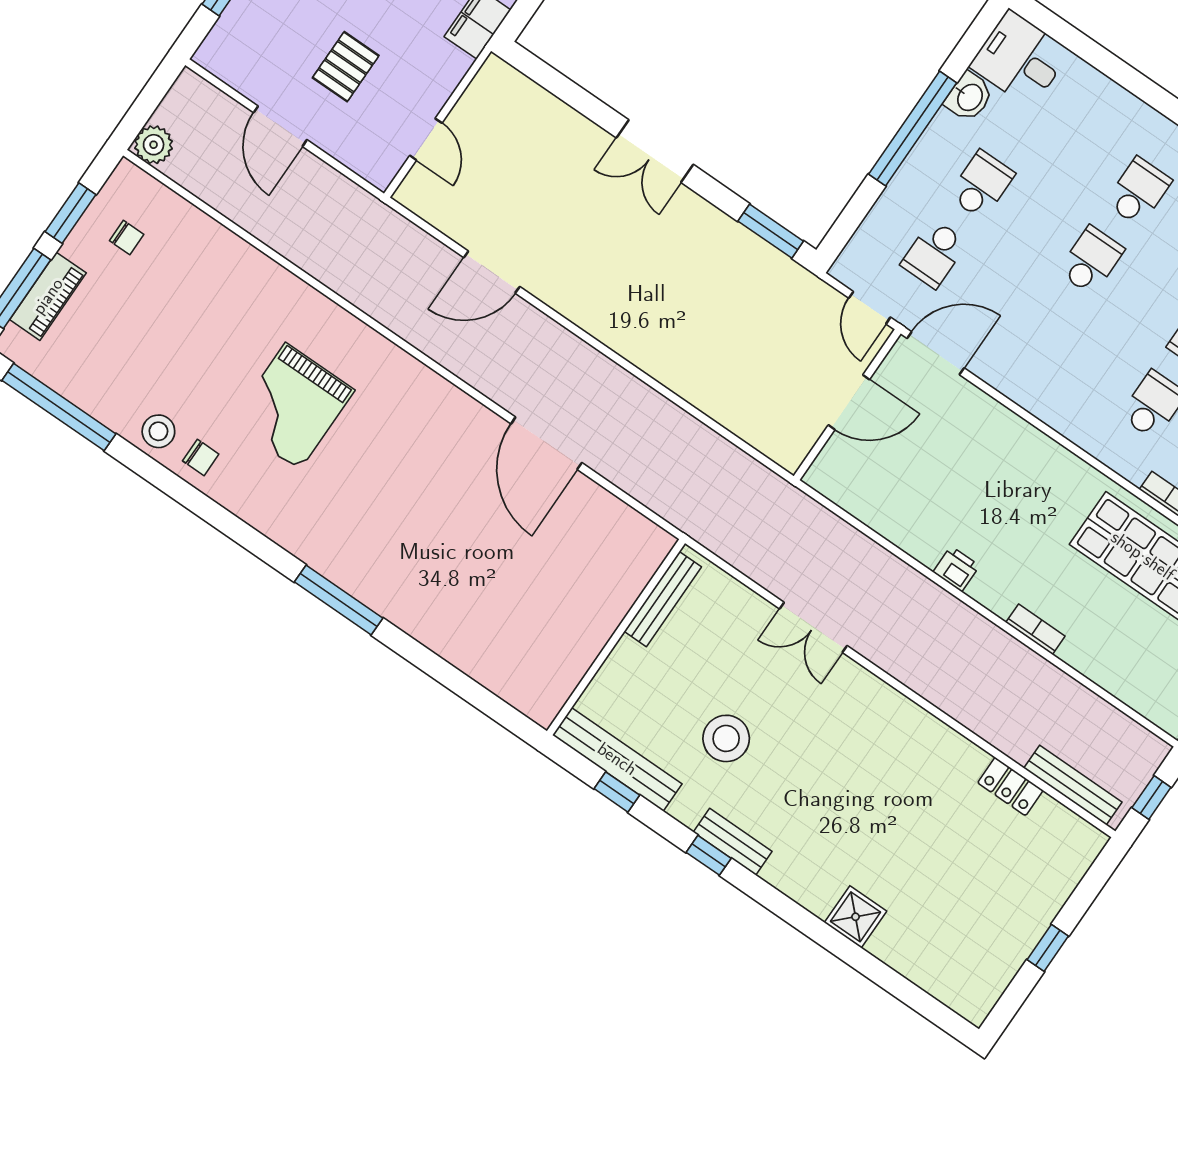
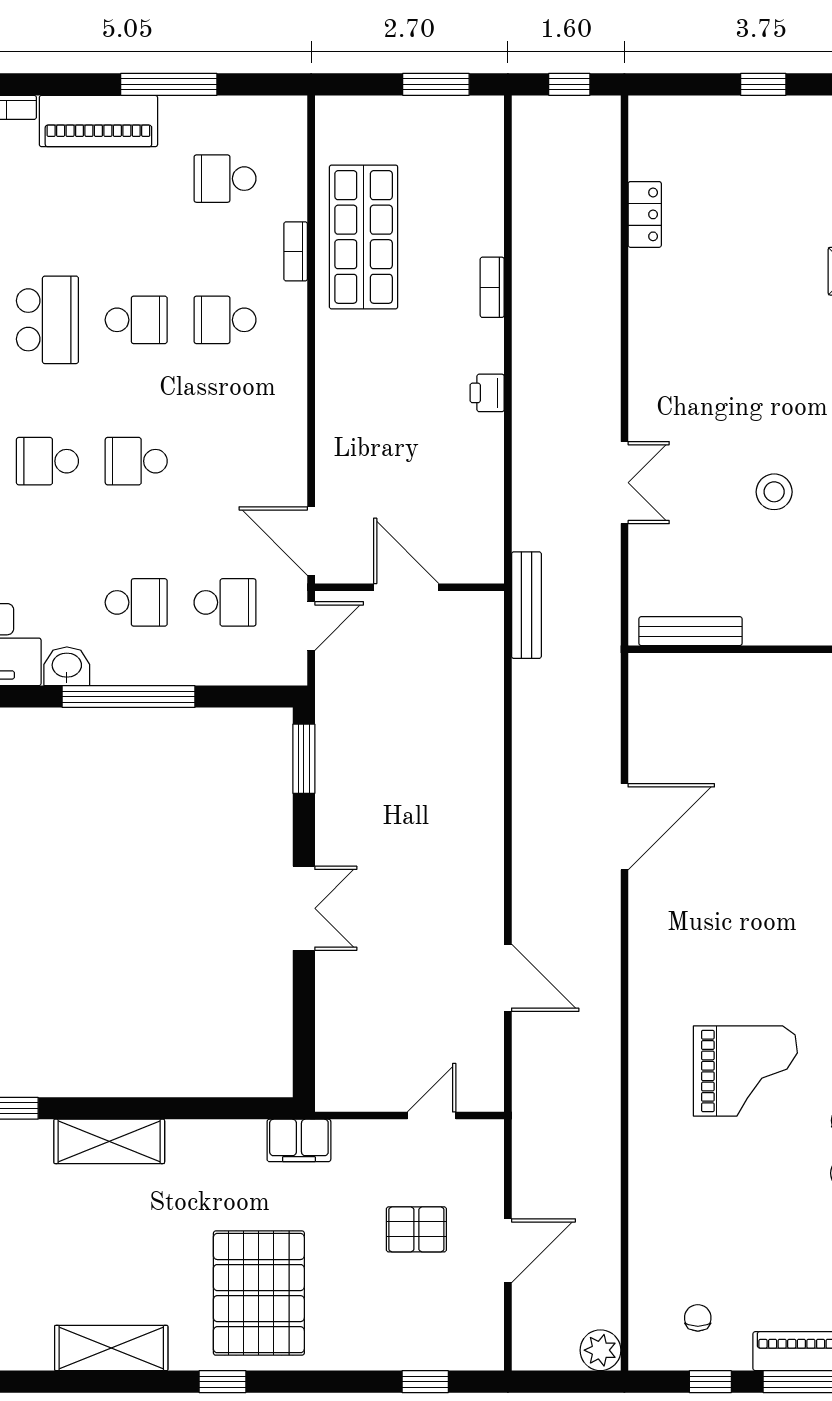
school desk: (982, 185) -> (136, 602), turned 180
window: (70, 213) -> (710, 1382), width x0.67
stool: (726, 738) -> (774, 492), width x0.73, depth x0.73
bench: (1073, 785) -> (526, 605), moved

